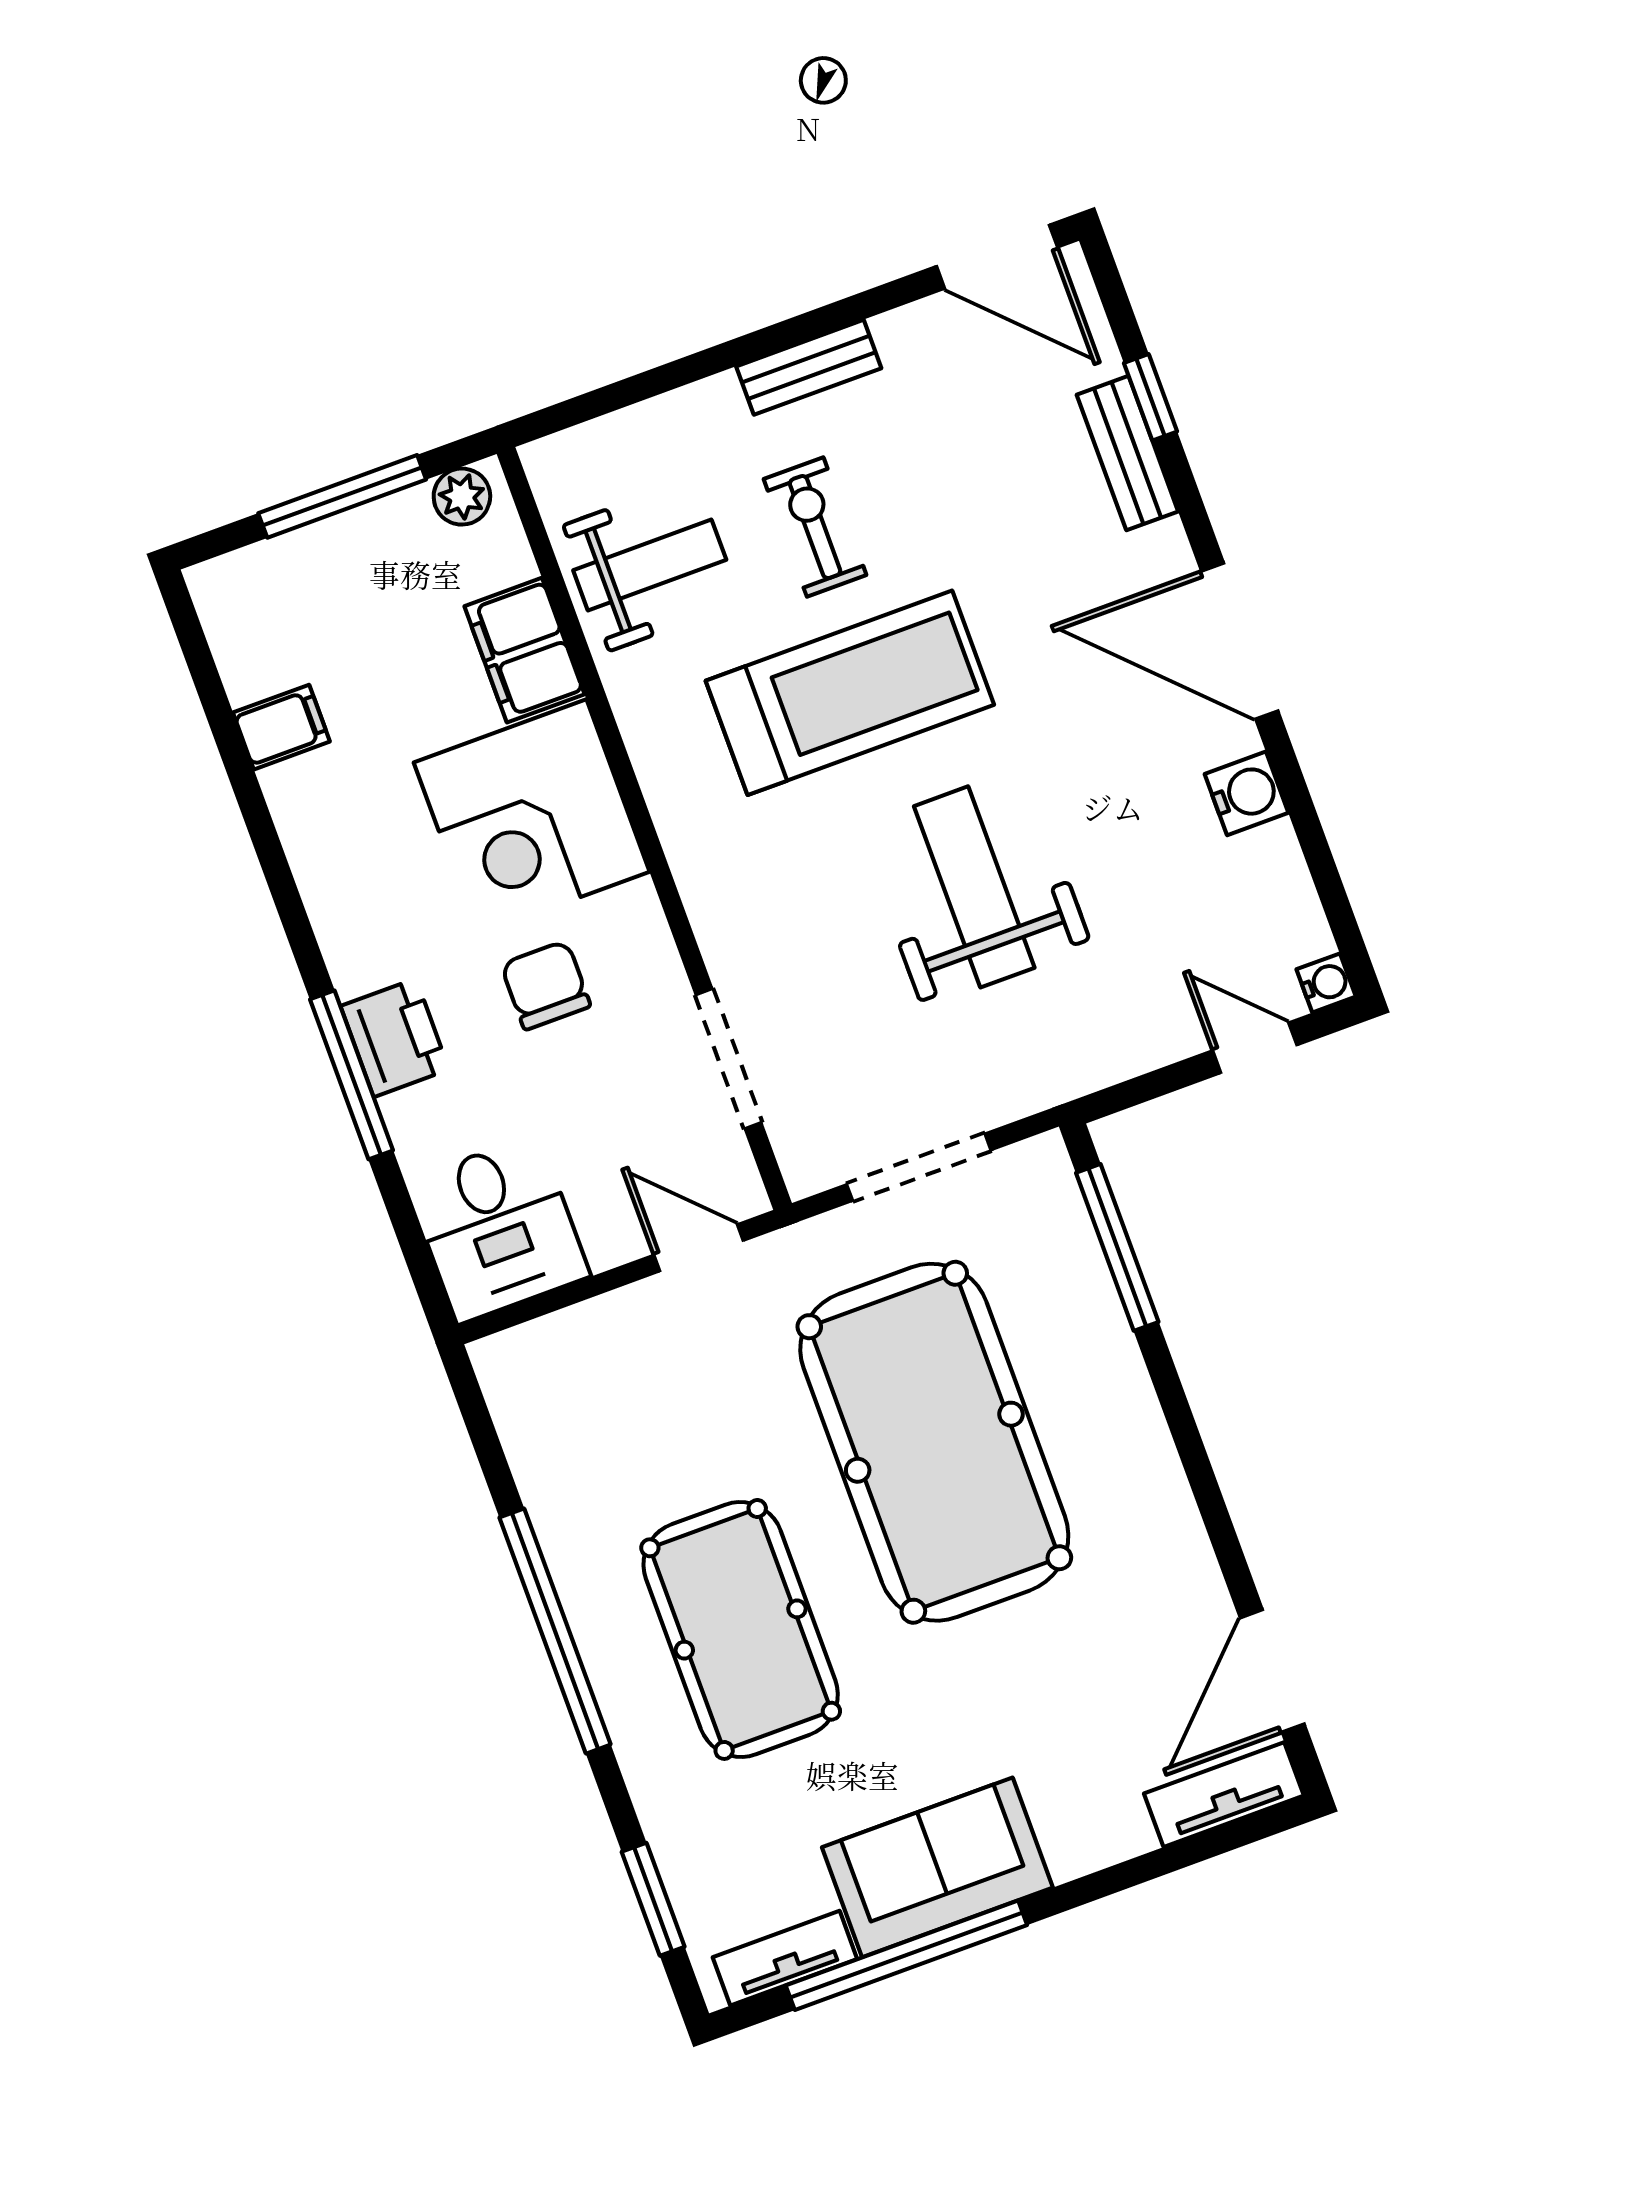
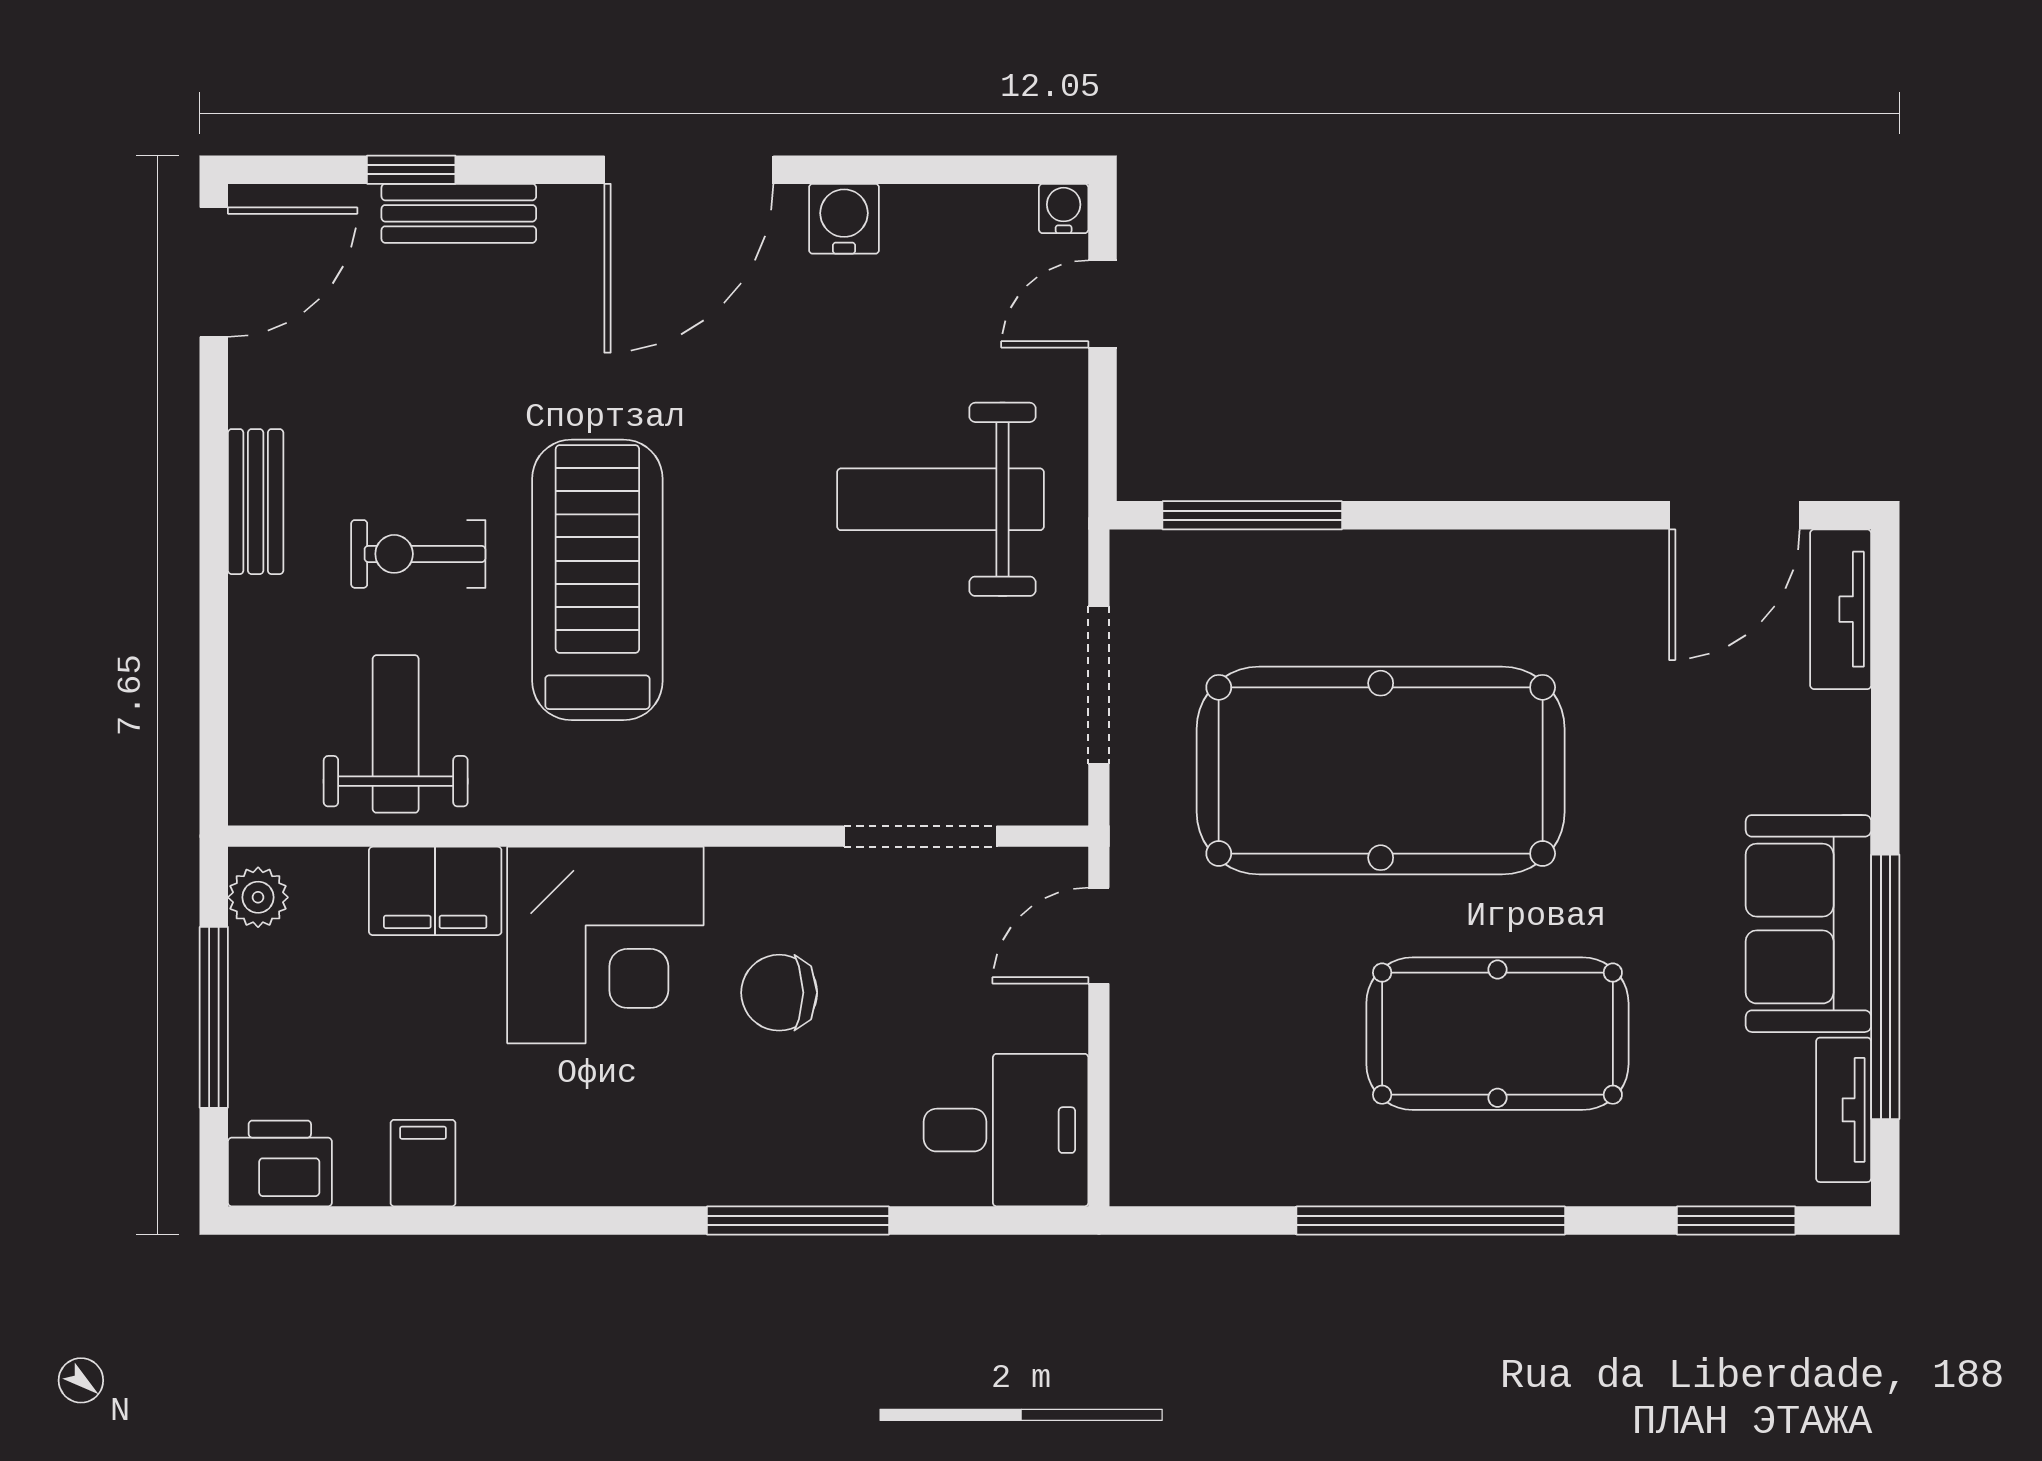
weight bench: (974, 887) -> (940, 499), moved
printer: (395, 1038) -> (280, 1163), moved
door: (1272, 1671) -> (1734, 515), hinge flipped

